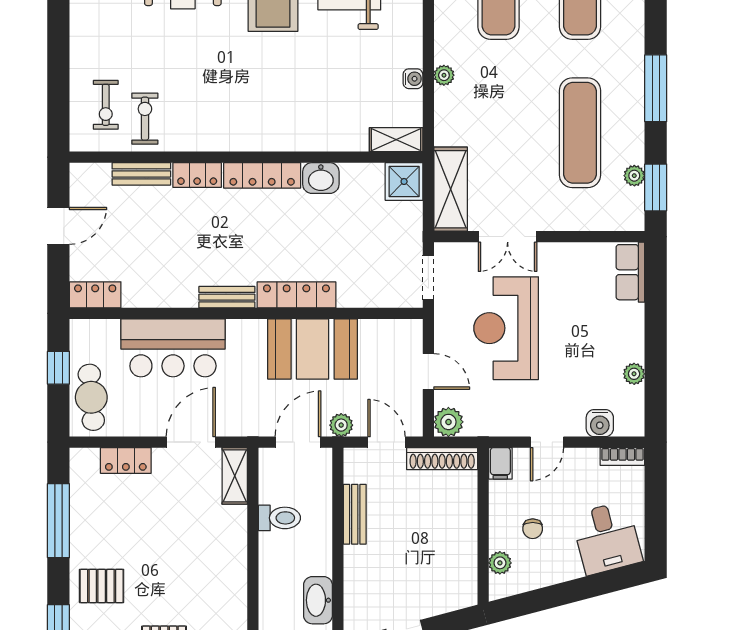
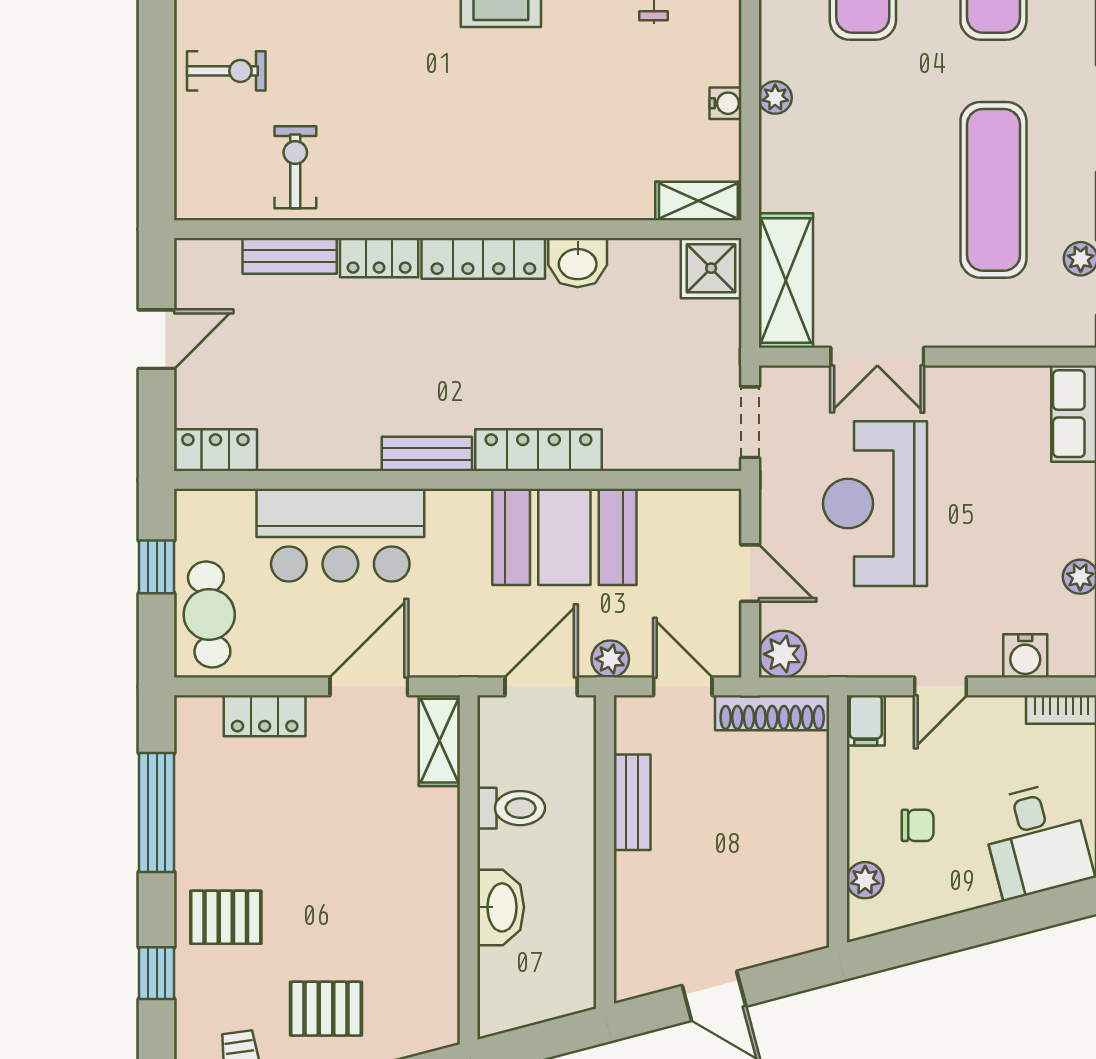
exercise bike: (106, 105) -> (226, 71), moved, turned -90
chair: (533, 529) -> (918, 825), turned -90
washbasin: (318, 600) -> (501, 907), moved, turned 180

